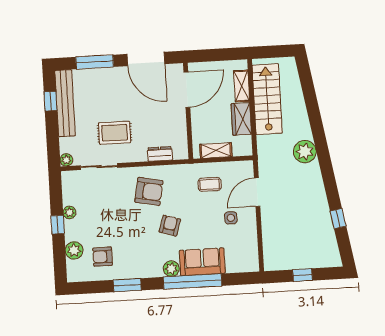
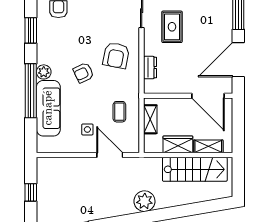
armchair: (170, 226) -> (83, 73), turned 138
sofa: (202, 262) -> (48, 108), width x1.36

